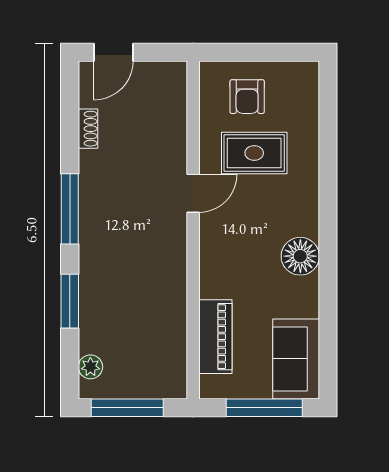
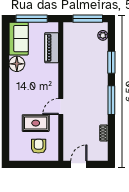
door: (113, 52) -> (79, 164), moved
floor lamp: (300, 256) -> (17, 64), moved

